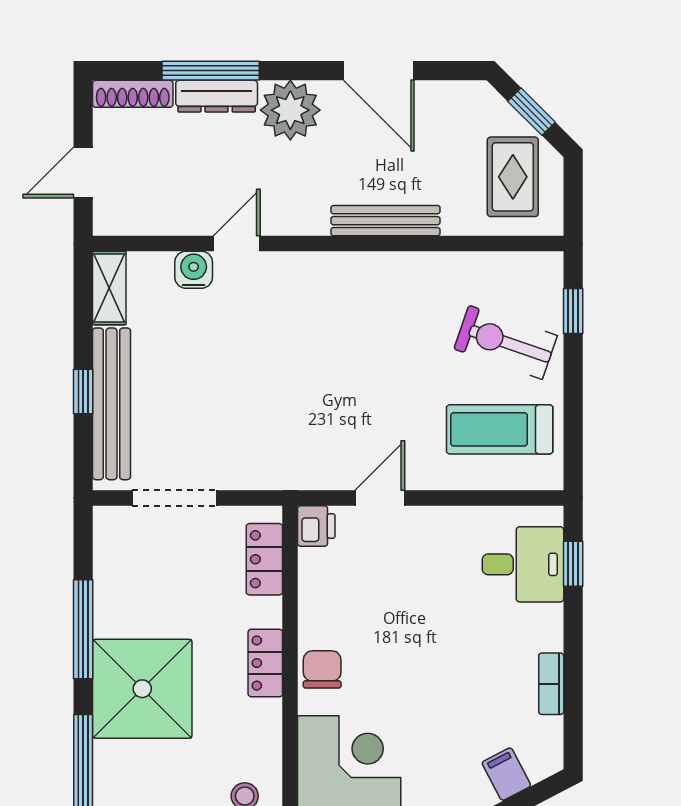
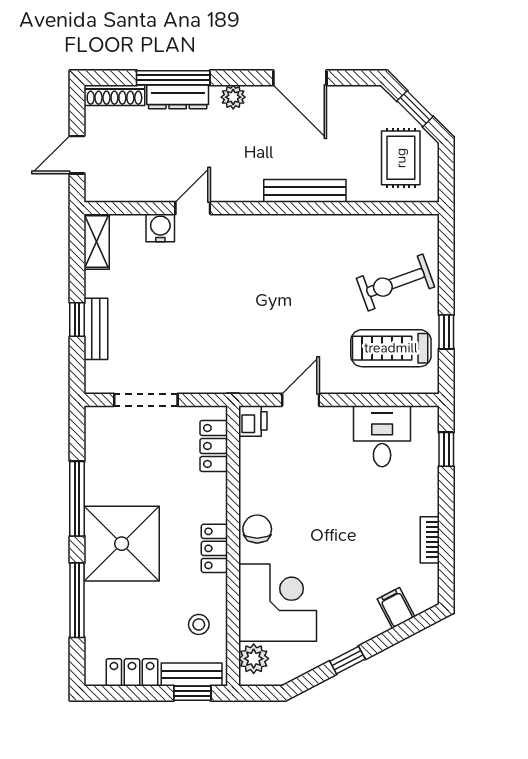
plant: (290, 110) -> (233, 97), width x0.53, depth x0.53
window: (573, 311) -> (446, 332), moved
exercise bike: (506, 342) -> (395, 283), turned -39
bench: (111, 404) -> (96, 329), width x0.54, depth x0.82
desk: (523, 564) -> (382, 436), moved, turned -90
locker: (265, 663) -> (214, 548), moved

